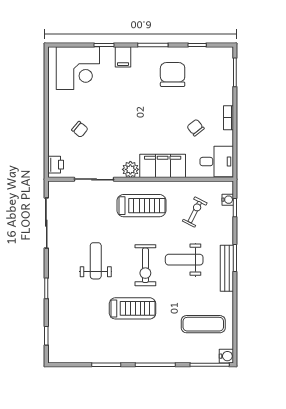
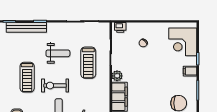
treadmill: (142, 206) -> (88, 63), moved
bench: (56, 309) -> (26, 27), added

